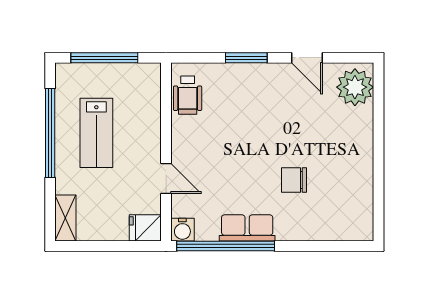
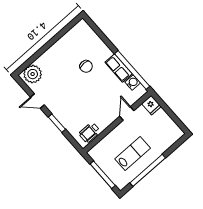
door: (307, 58) -> (37, 101), swing flipped
wheelchair: (188, 95) -> (89, 132), turned 180
shelving: (65, 218) -> (174, 137), removed
water cooler: (182, 230) -> (133, 82), moved

